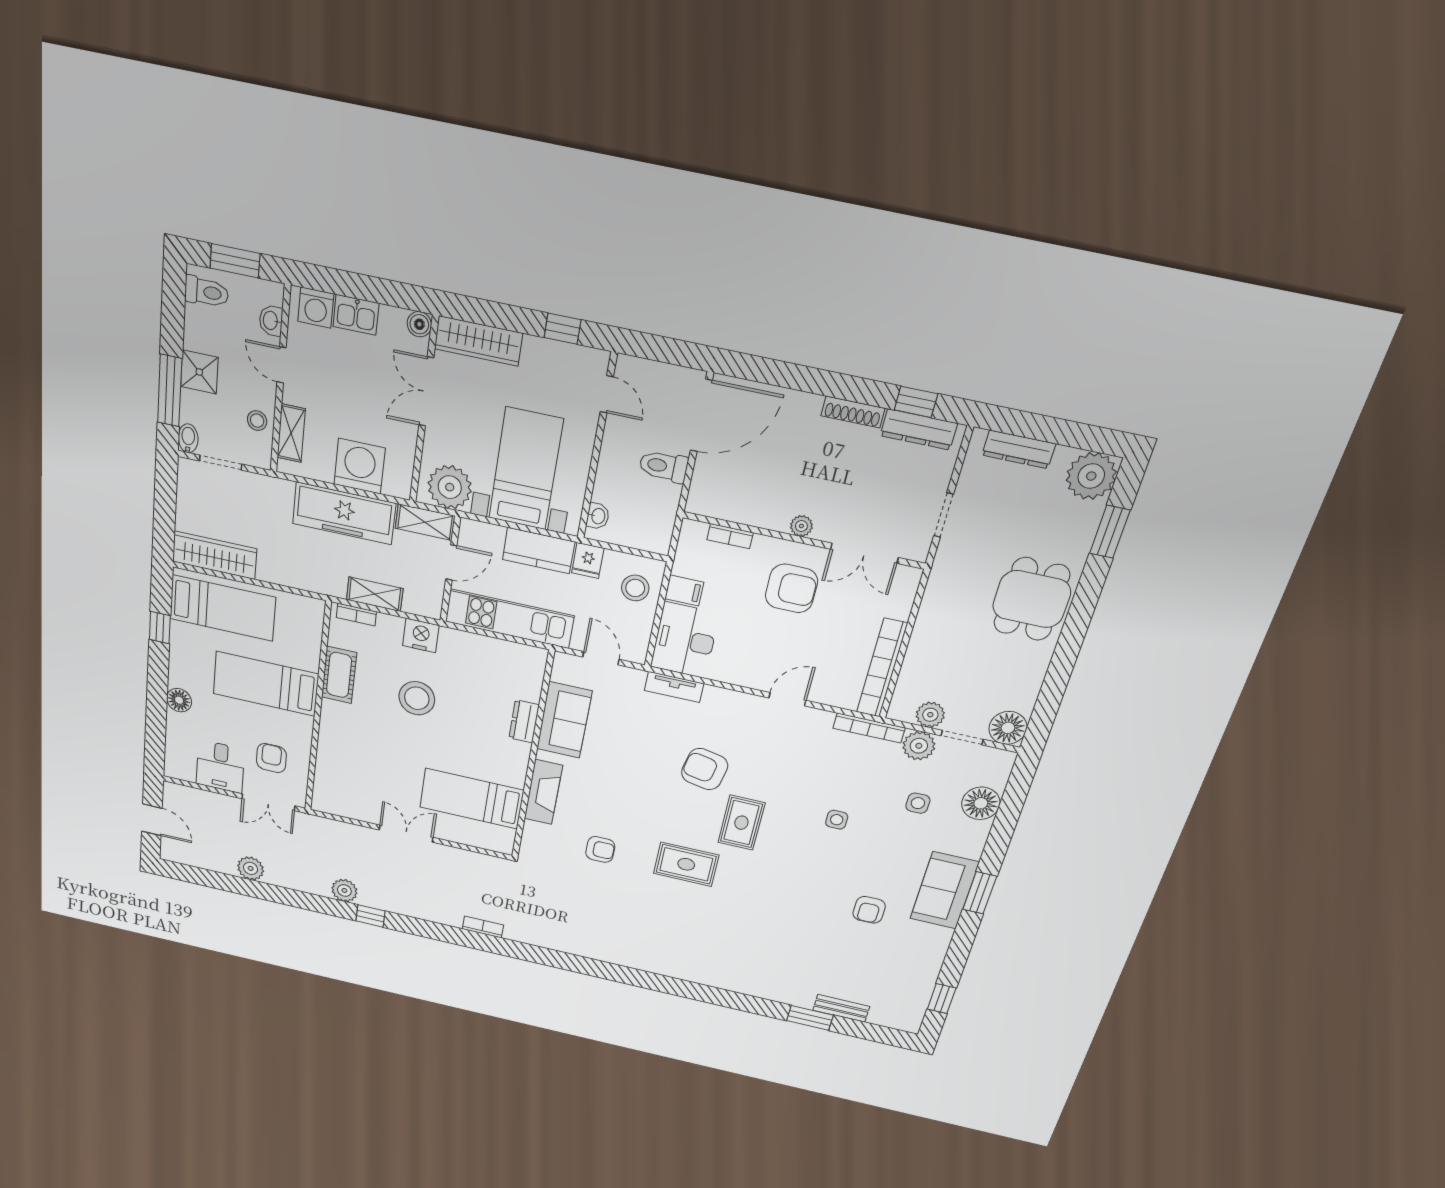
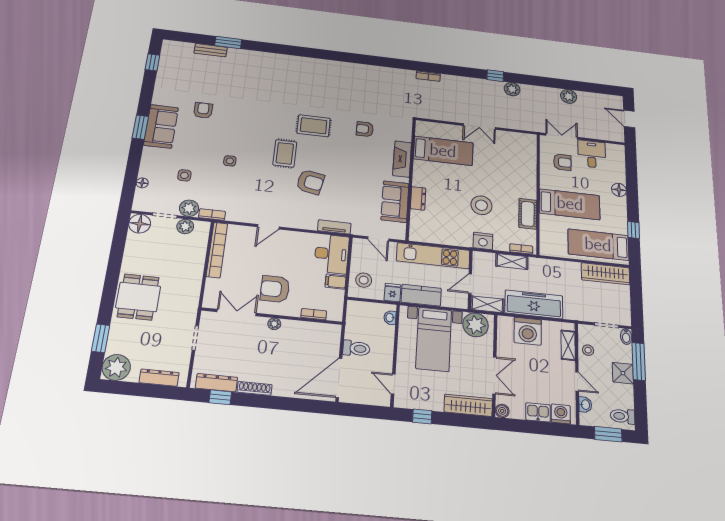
bookcase: (869, 728) -> (212, 215), width x0.64
armchair: (271, 758) -> (562, 162), turned -90
floor lamp: (981, 803) -> (142, 183), width x0.53, depth x0.53

